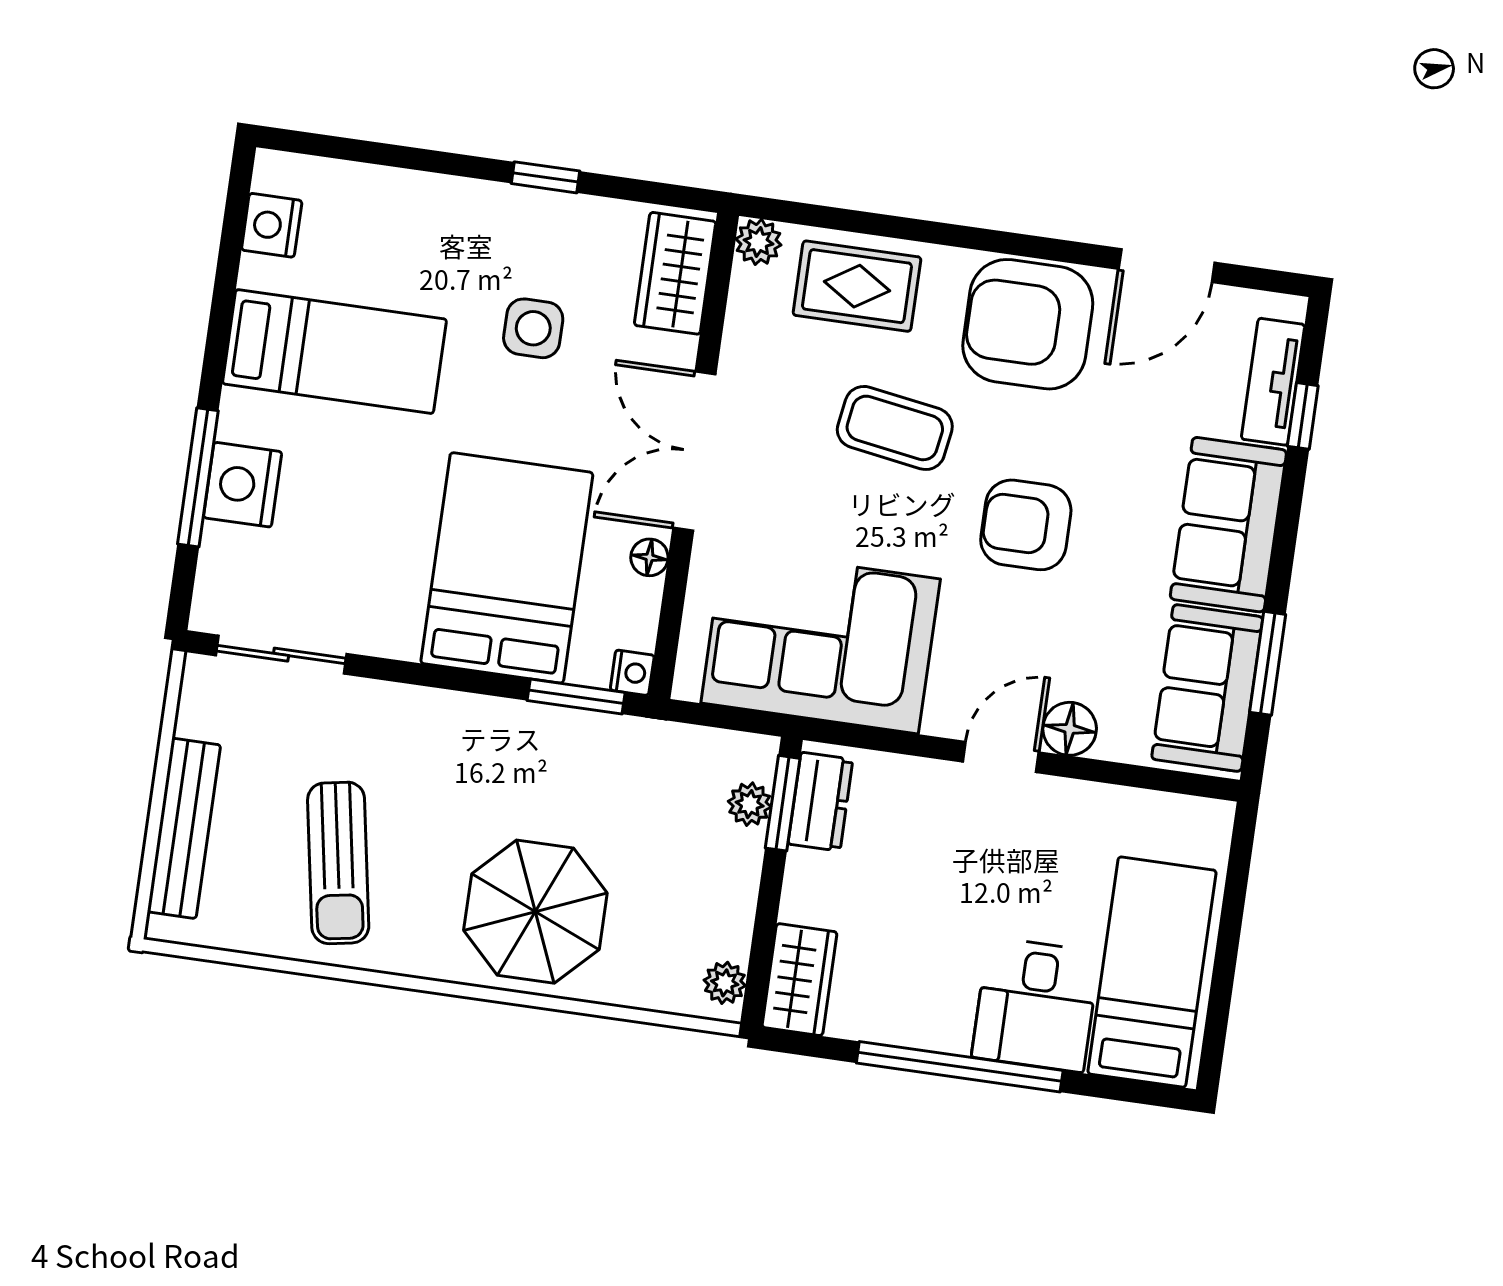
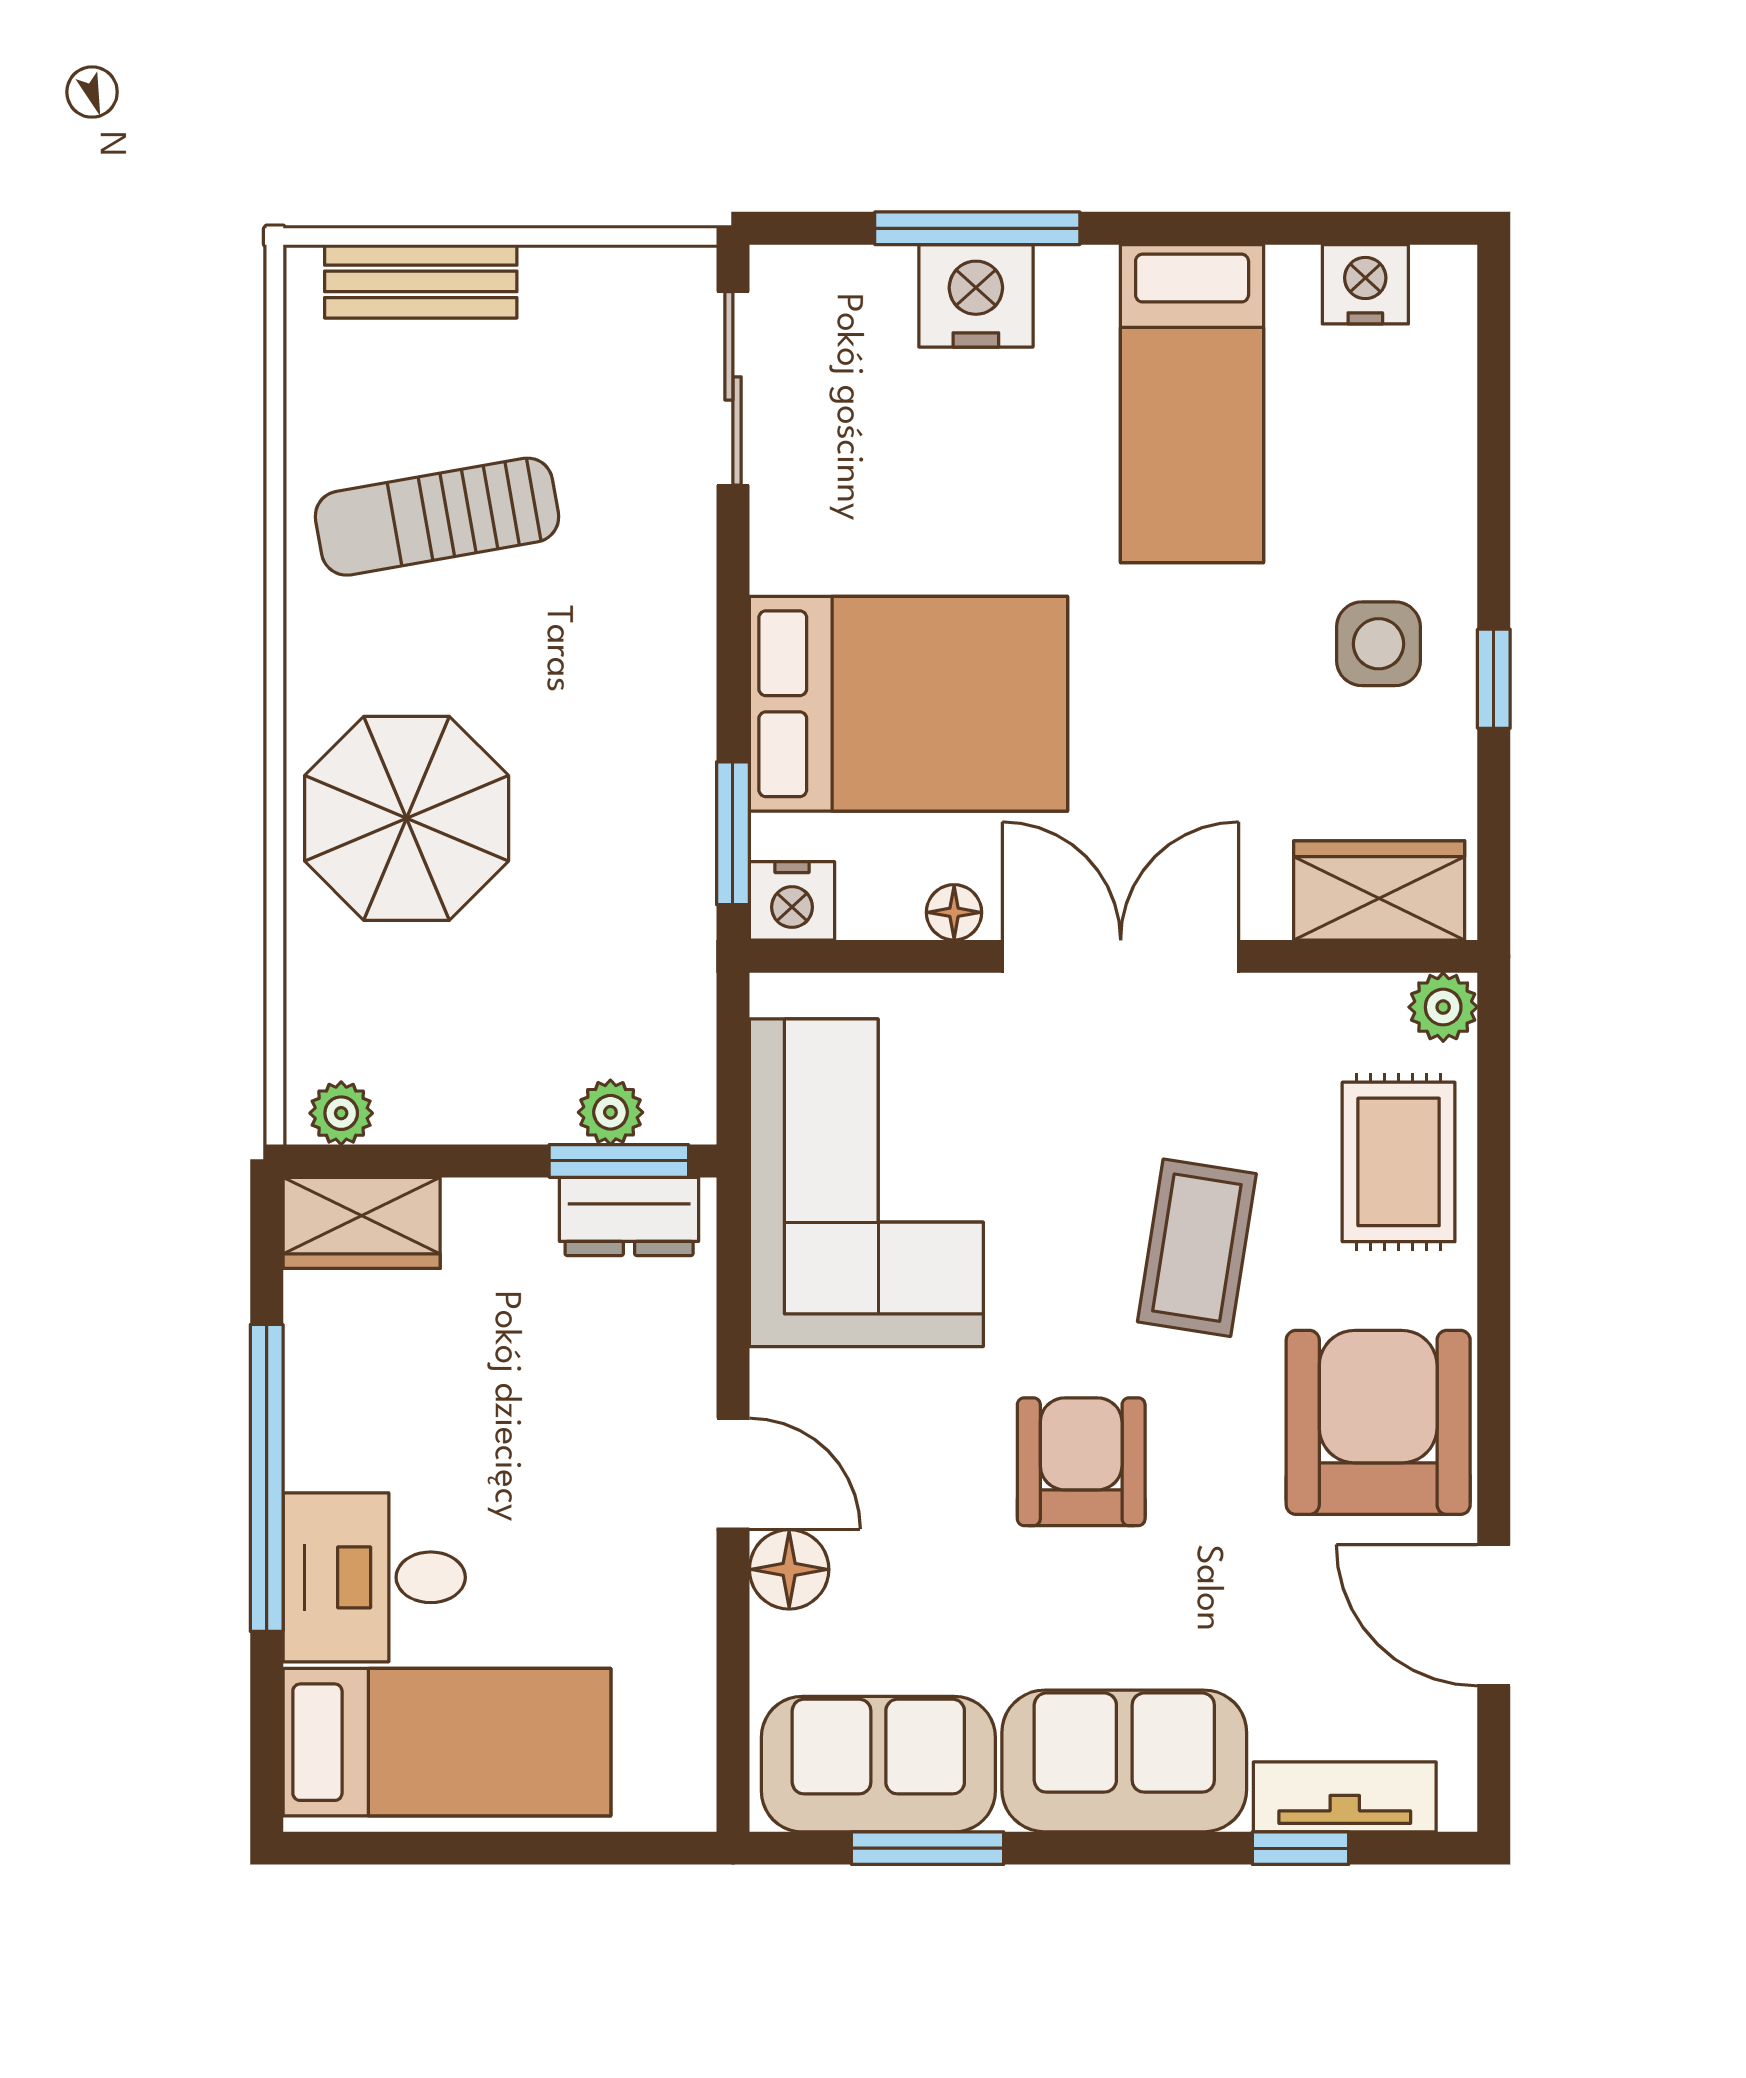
side table: (533, 328) -> (1379, 644), moved
nightstand: (632, 673) -> (792, 901), width x1.39, depth x1.35
bench: (184, 828) -> (421, 281), width x0.73

